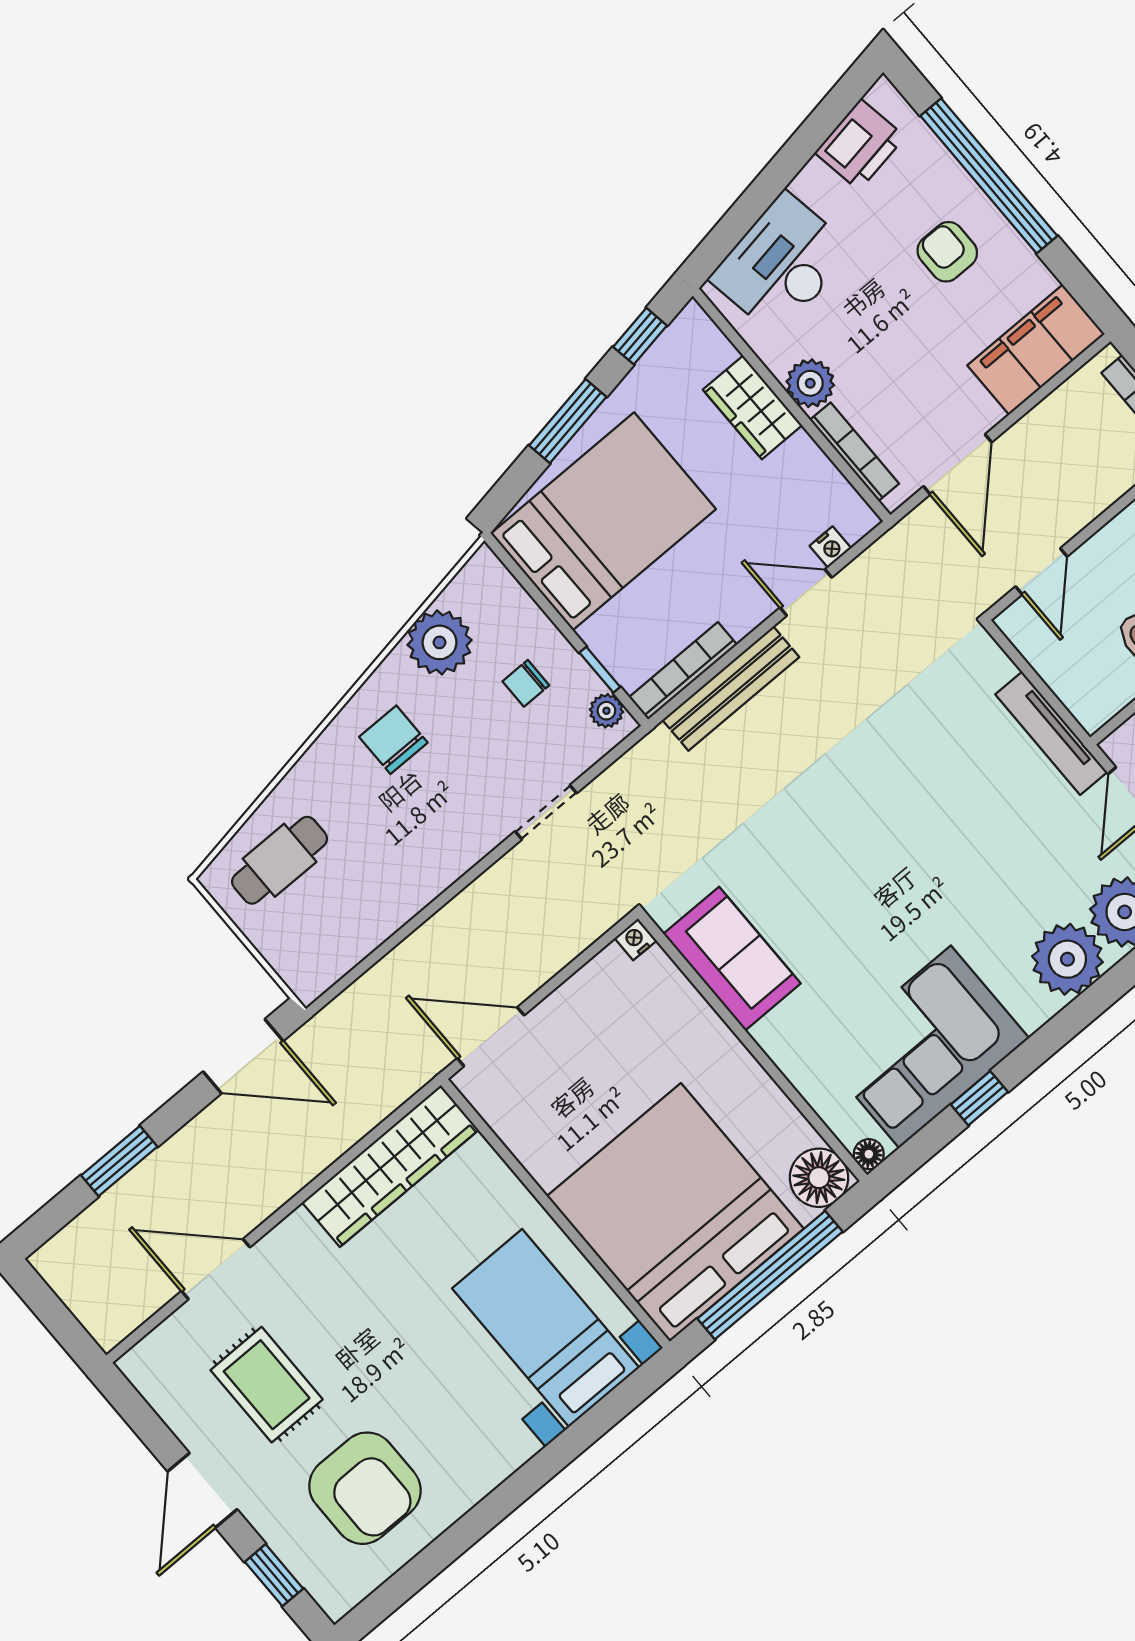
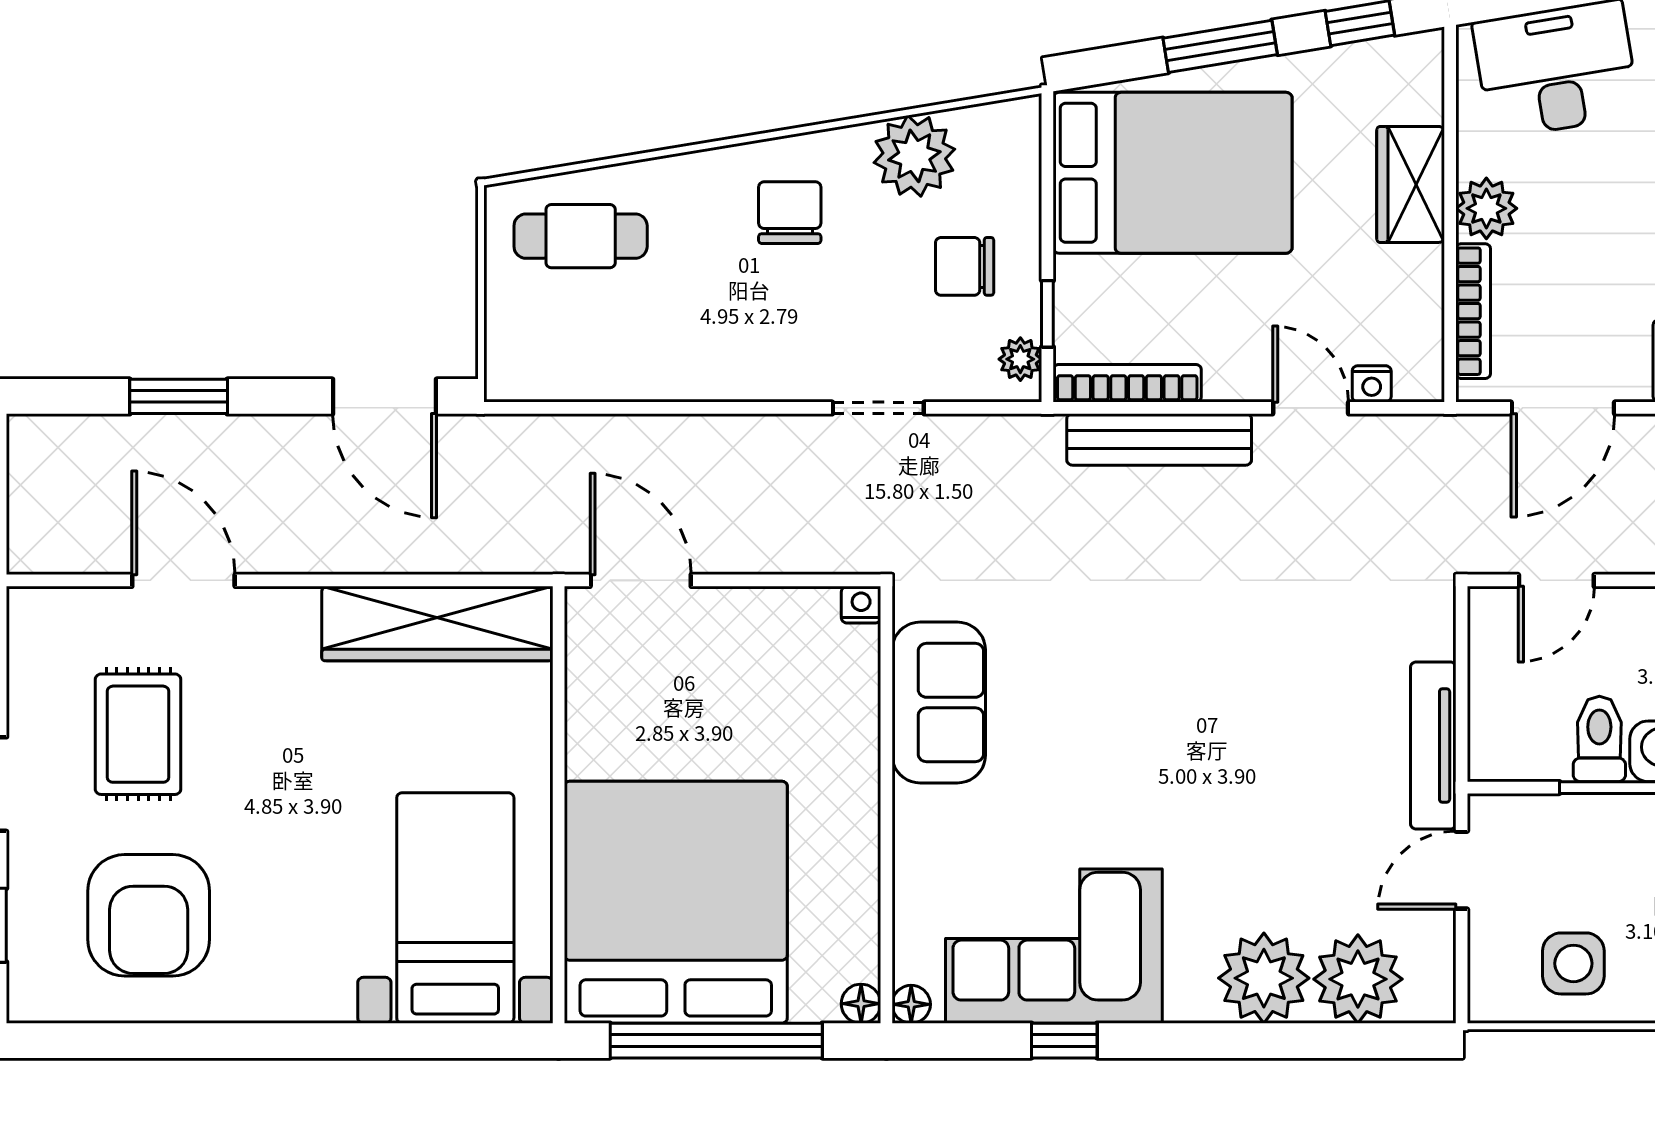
chair: (526, 683) -> (965, 266), width x1.37, depth x1.37
floor lamp: (819, 1178) -> (861, 1004), width x0.53, depth x0.53

